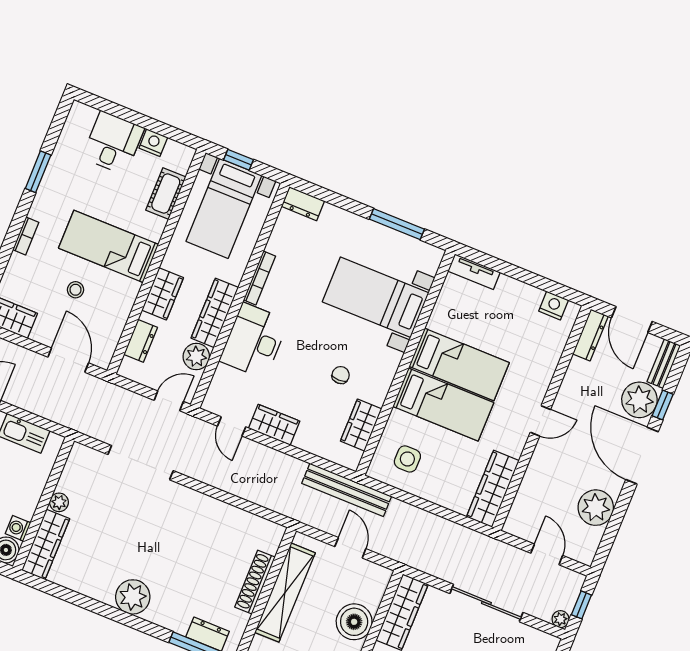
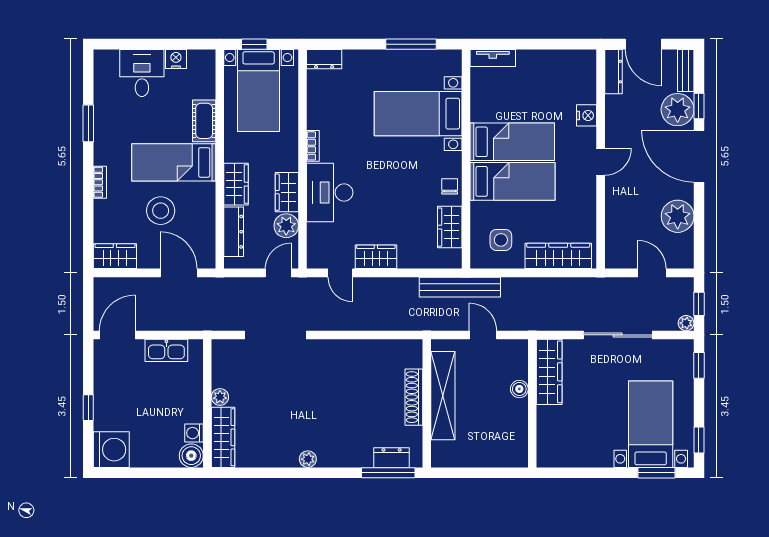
cot: (166, 194) -> (204, 121), moved
bookcase: (259, 278) -> (313, 146), width x0.64
stool: (76, 290) -> (161, 211), width x1.89, depth x1.89
nightstand: (554, 306) -> (587, 115), moved, turned 90
wardrobe: (215, 313) -> (287, 192), width x0.67
dresser: (141, 341) -> (234, 232), width x1.44
chair: (341, 375) -> (450, 186), moved
wardrobe: (493, 489) -> (558, 256), moved, turned 90
plant: (133, 597) -> (308, 459), width x0.53, depth x0.53
boiler: (354, 622) -> (519, 389), width x0.54, depth x0.54

